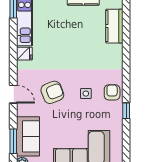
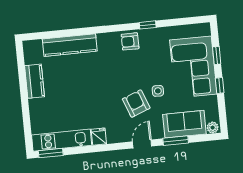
kitchen counter: (114, 26) -> (70, 45), width x1.50
side table: (86, 94) -> (158, 91), moved
window: (13, 141) -> (176, 141), moved

